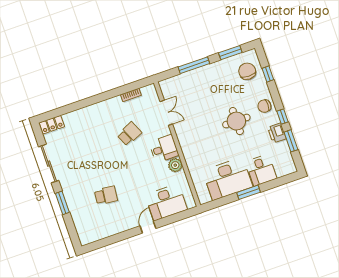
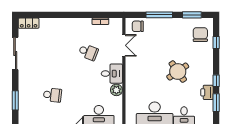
chair: (264, 106) -> (138, 26), moved
round table: (236, 121) -> (178, 72), turned -35
school desk: (129, 134) -> (88, 52), turned 45
window: (62, 203) -> (15, 100), moved

